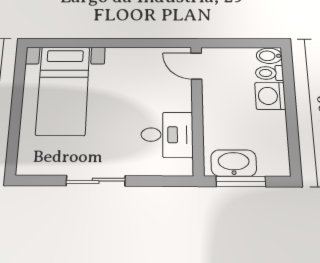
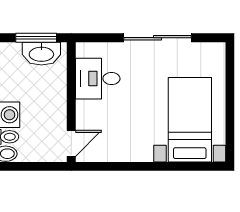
door: (196, 66) -> (71, 143), hinge flipped
sliding door: (96, 181) -> (158, 38), width x1.37

